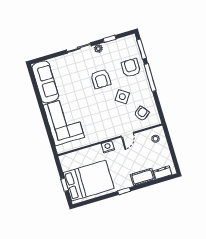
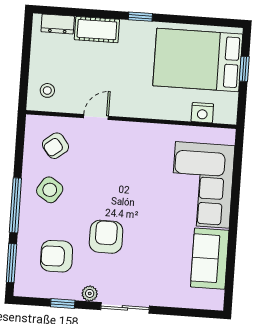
armchair: (131, 68) -> (57, 256), moved, turned 89
sofa: (45, 82) -> (210, 259), width x0.73
side table: (122, 97) -> (50, 190), moved
nightstand: (108, 147) -> (202, 113), moved

